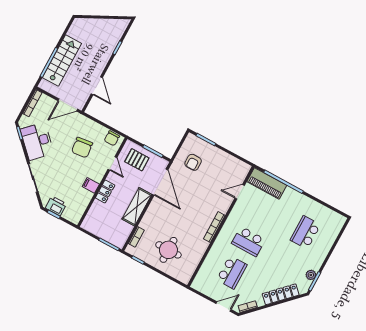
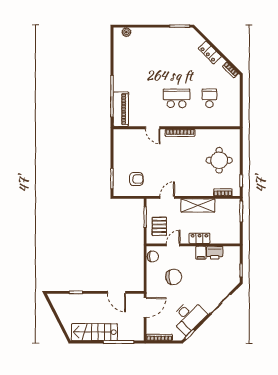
stairs: (62, 61) -> (94, 332), moved
door: (97, 86) -> (116, 292), swing flipped
door: (68, 105) -> (145, 307), hinge flipped
door: (160, 182) -> (167, 197), width x0.53
door: (240, 192) -> (153, 128), moved
printer: (56, 206) -> (215, 253), moved, turned -90
school desk: (305, 232) -> (144, 56), removed
school desk: (248, 241) -> (177, 98), turned -90
school desk: (232, 272) -> (209, 98), width x0.54
plant: (311, 275) -> (126, 32), moved
locker: (281, 294) -> (210, 52), width x0.66
door: (224, 307) -> (241, 90), removed

